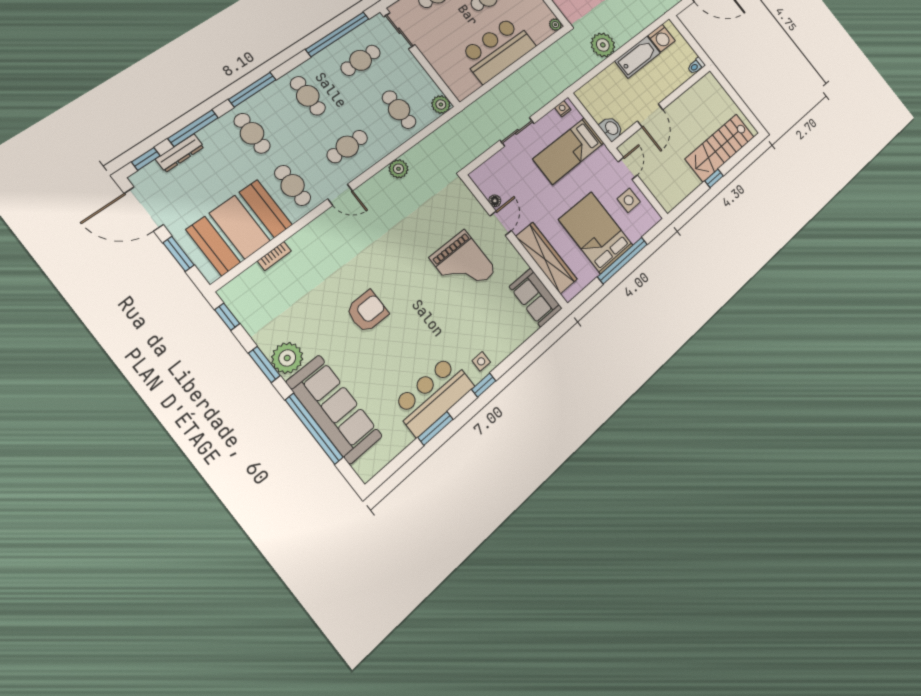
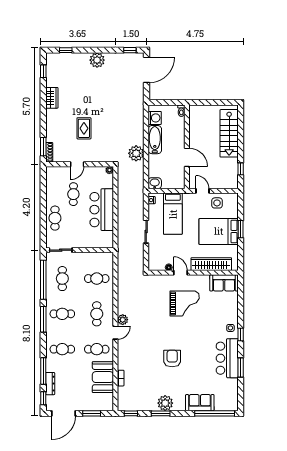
window: (252, 90) -> (43, 319), moved
plant: (441, 104) -> (108, 258), removed
washbasin: (611, 128) -> (155, 183), moved
plant: (398, 169) -> (123, 320), moved
window: (714, 178) -> (241, 169), moved
booth: (240, 227) -> (103, 377), width x0.73, depth x0.70
window: (623, 260) -> (241, 229), width x0.47
sofa: (334, 409) -> (200, 403), width x0.54, depth x0.79
window: (314, 429) -> (215, 413), moved

